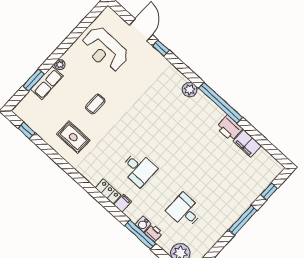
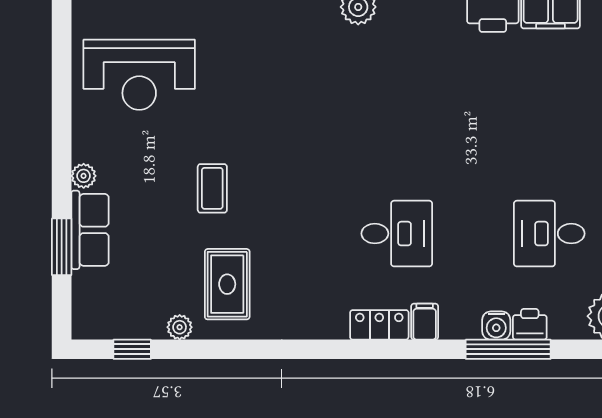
plant: (47, 137) -> (180, 327), added
rug: (73, 137) -> (227, 284), turned 90

